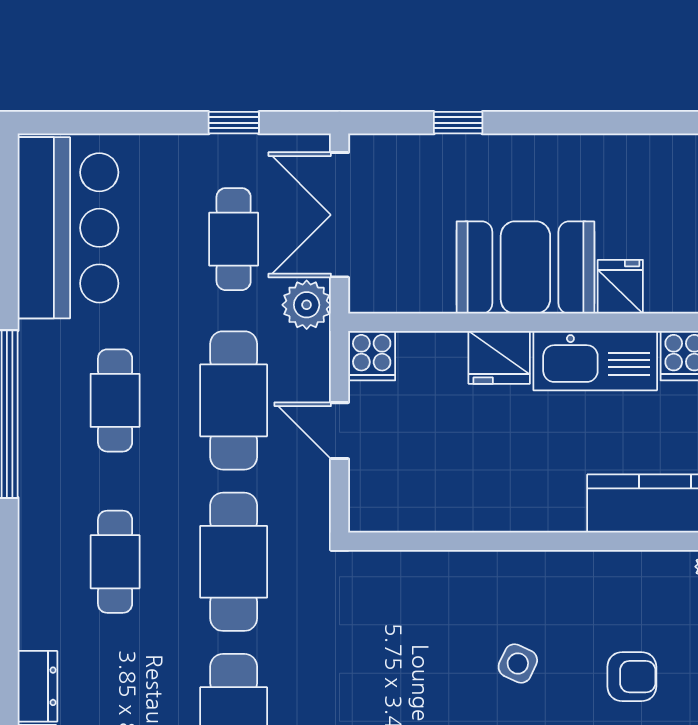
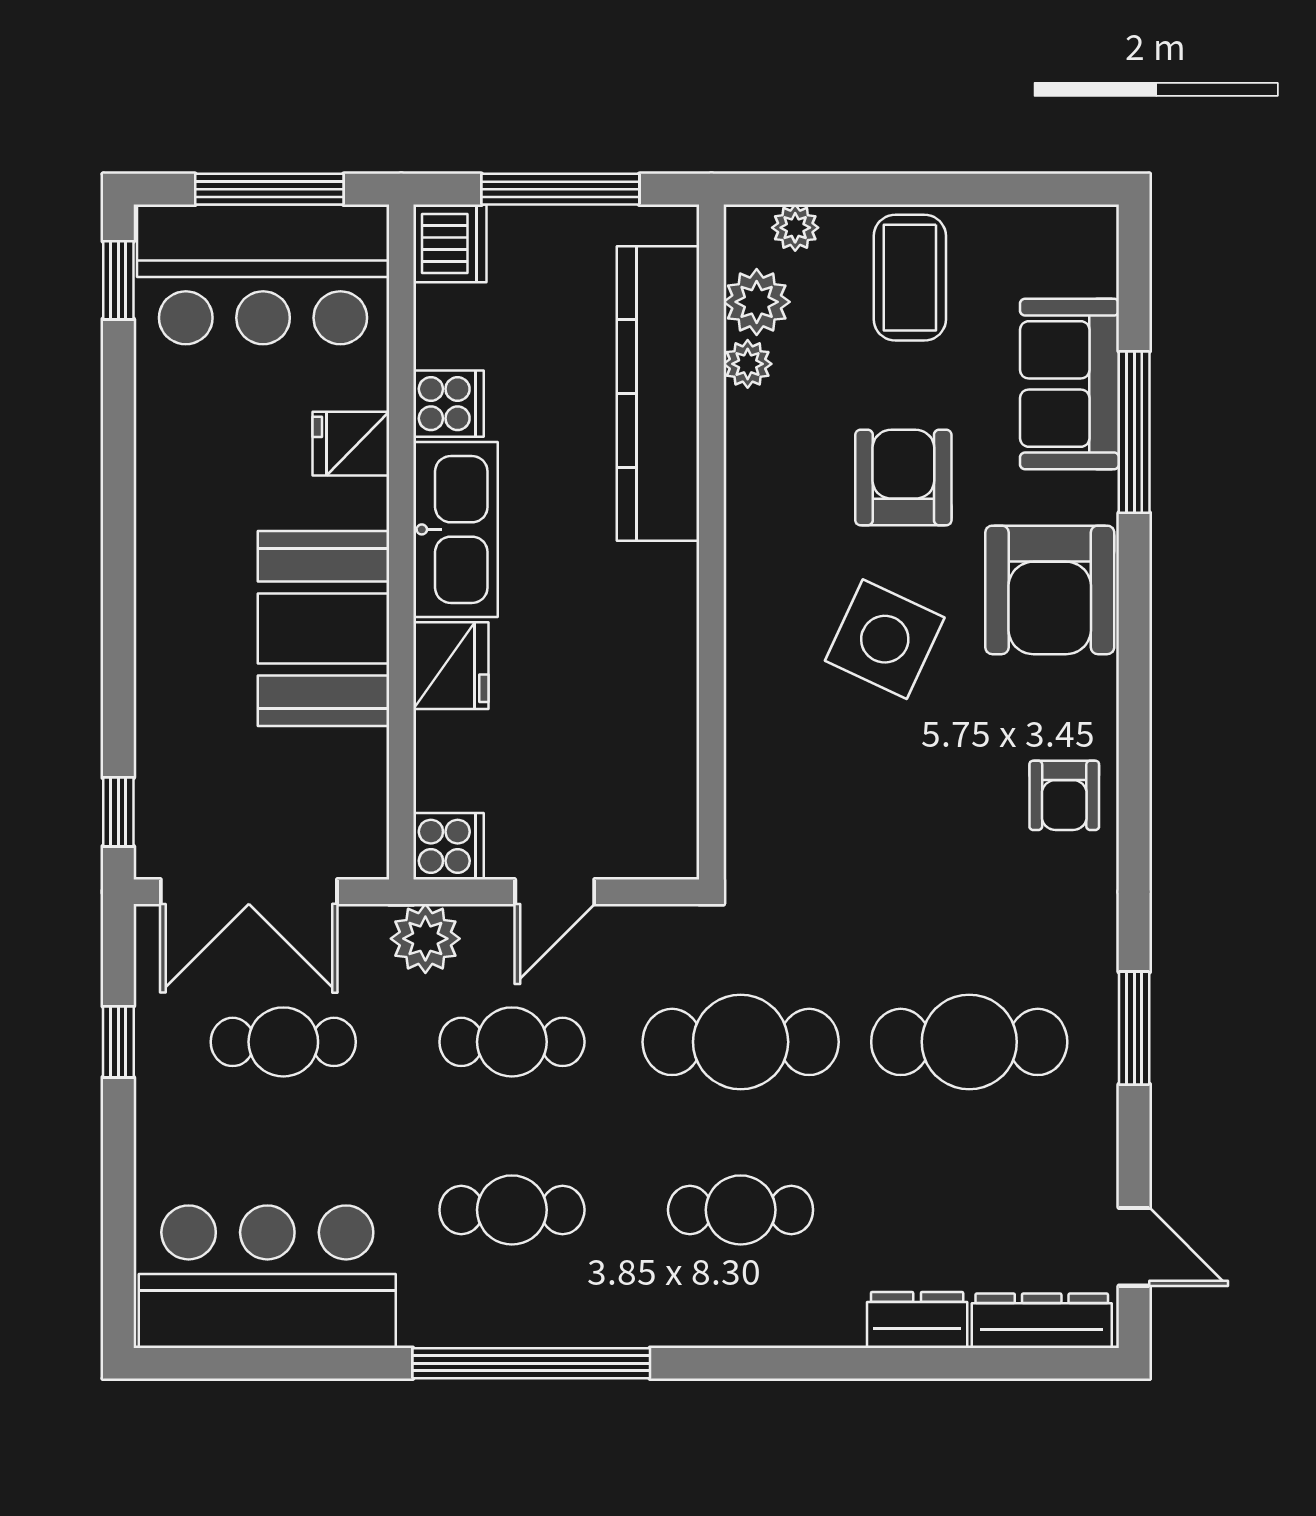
window: (458, 123) -> (118, 812), moved
fridge: (620, 287) -> (351, 444), moved
plant: (307, 305) -> (425, 939), moved
cafe table: (234, 400) -> (512, 1042), width x0.73, depth x0.74
side table: (518, 663) -> (885, 639), width x1.87, depth x1.87
armchair: (632, 677) -> (903, 478), width x1.38, depth x1.38

